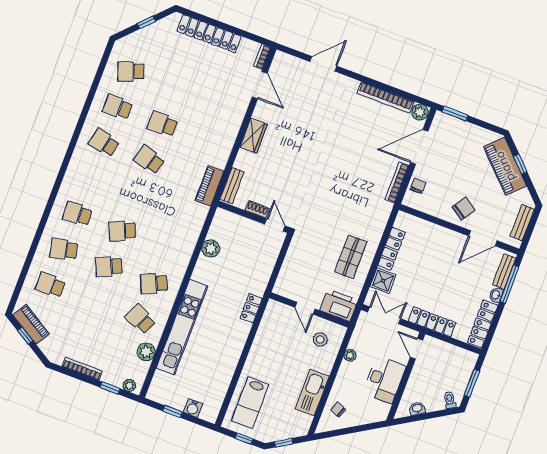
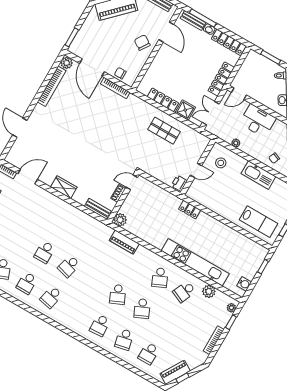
piano: (209, 186) -> (124, 242), moved
plant: (211, 249) -> (120, 220), moved
printer: (339, 305) -> (179, 183), moved, width x0.53, depth x0.68
water cooler: (193, 408) -> (244, 284), moved
window: (172, 412) -> (263, 267), moved

